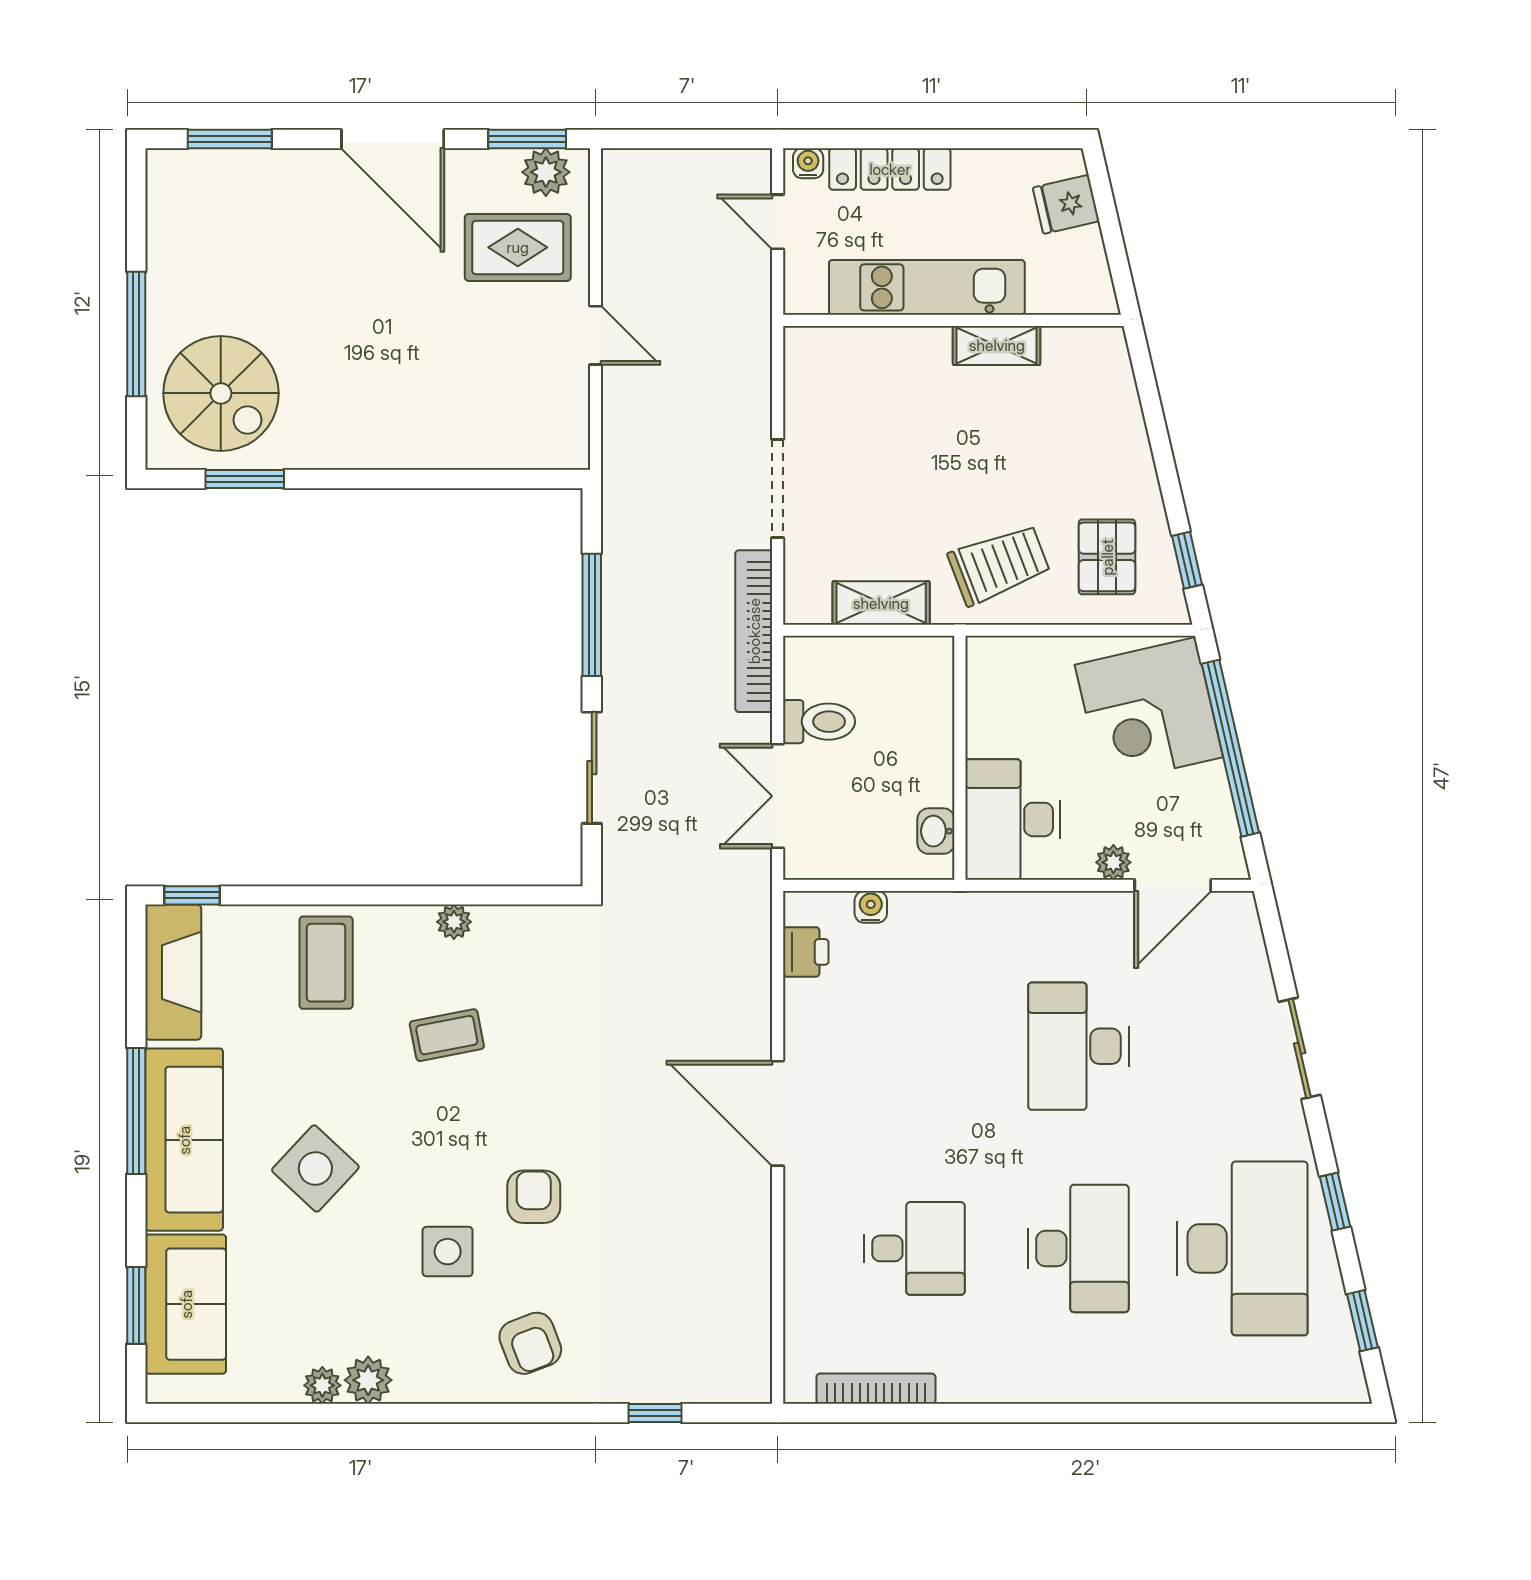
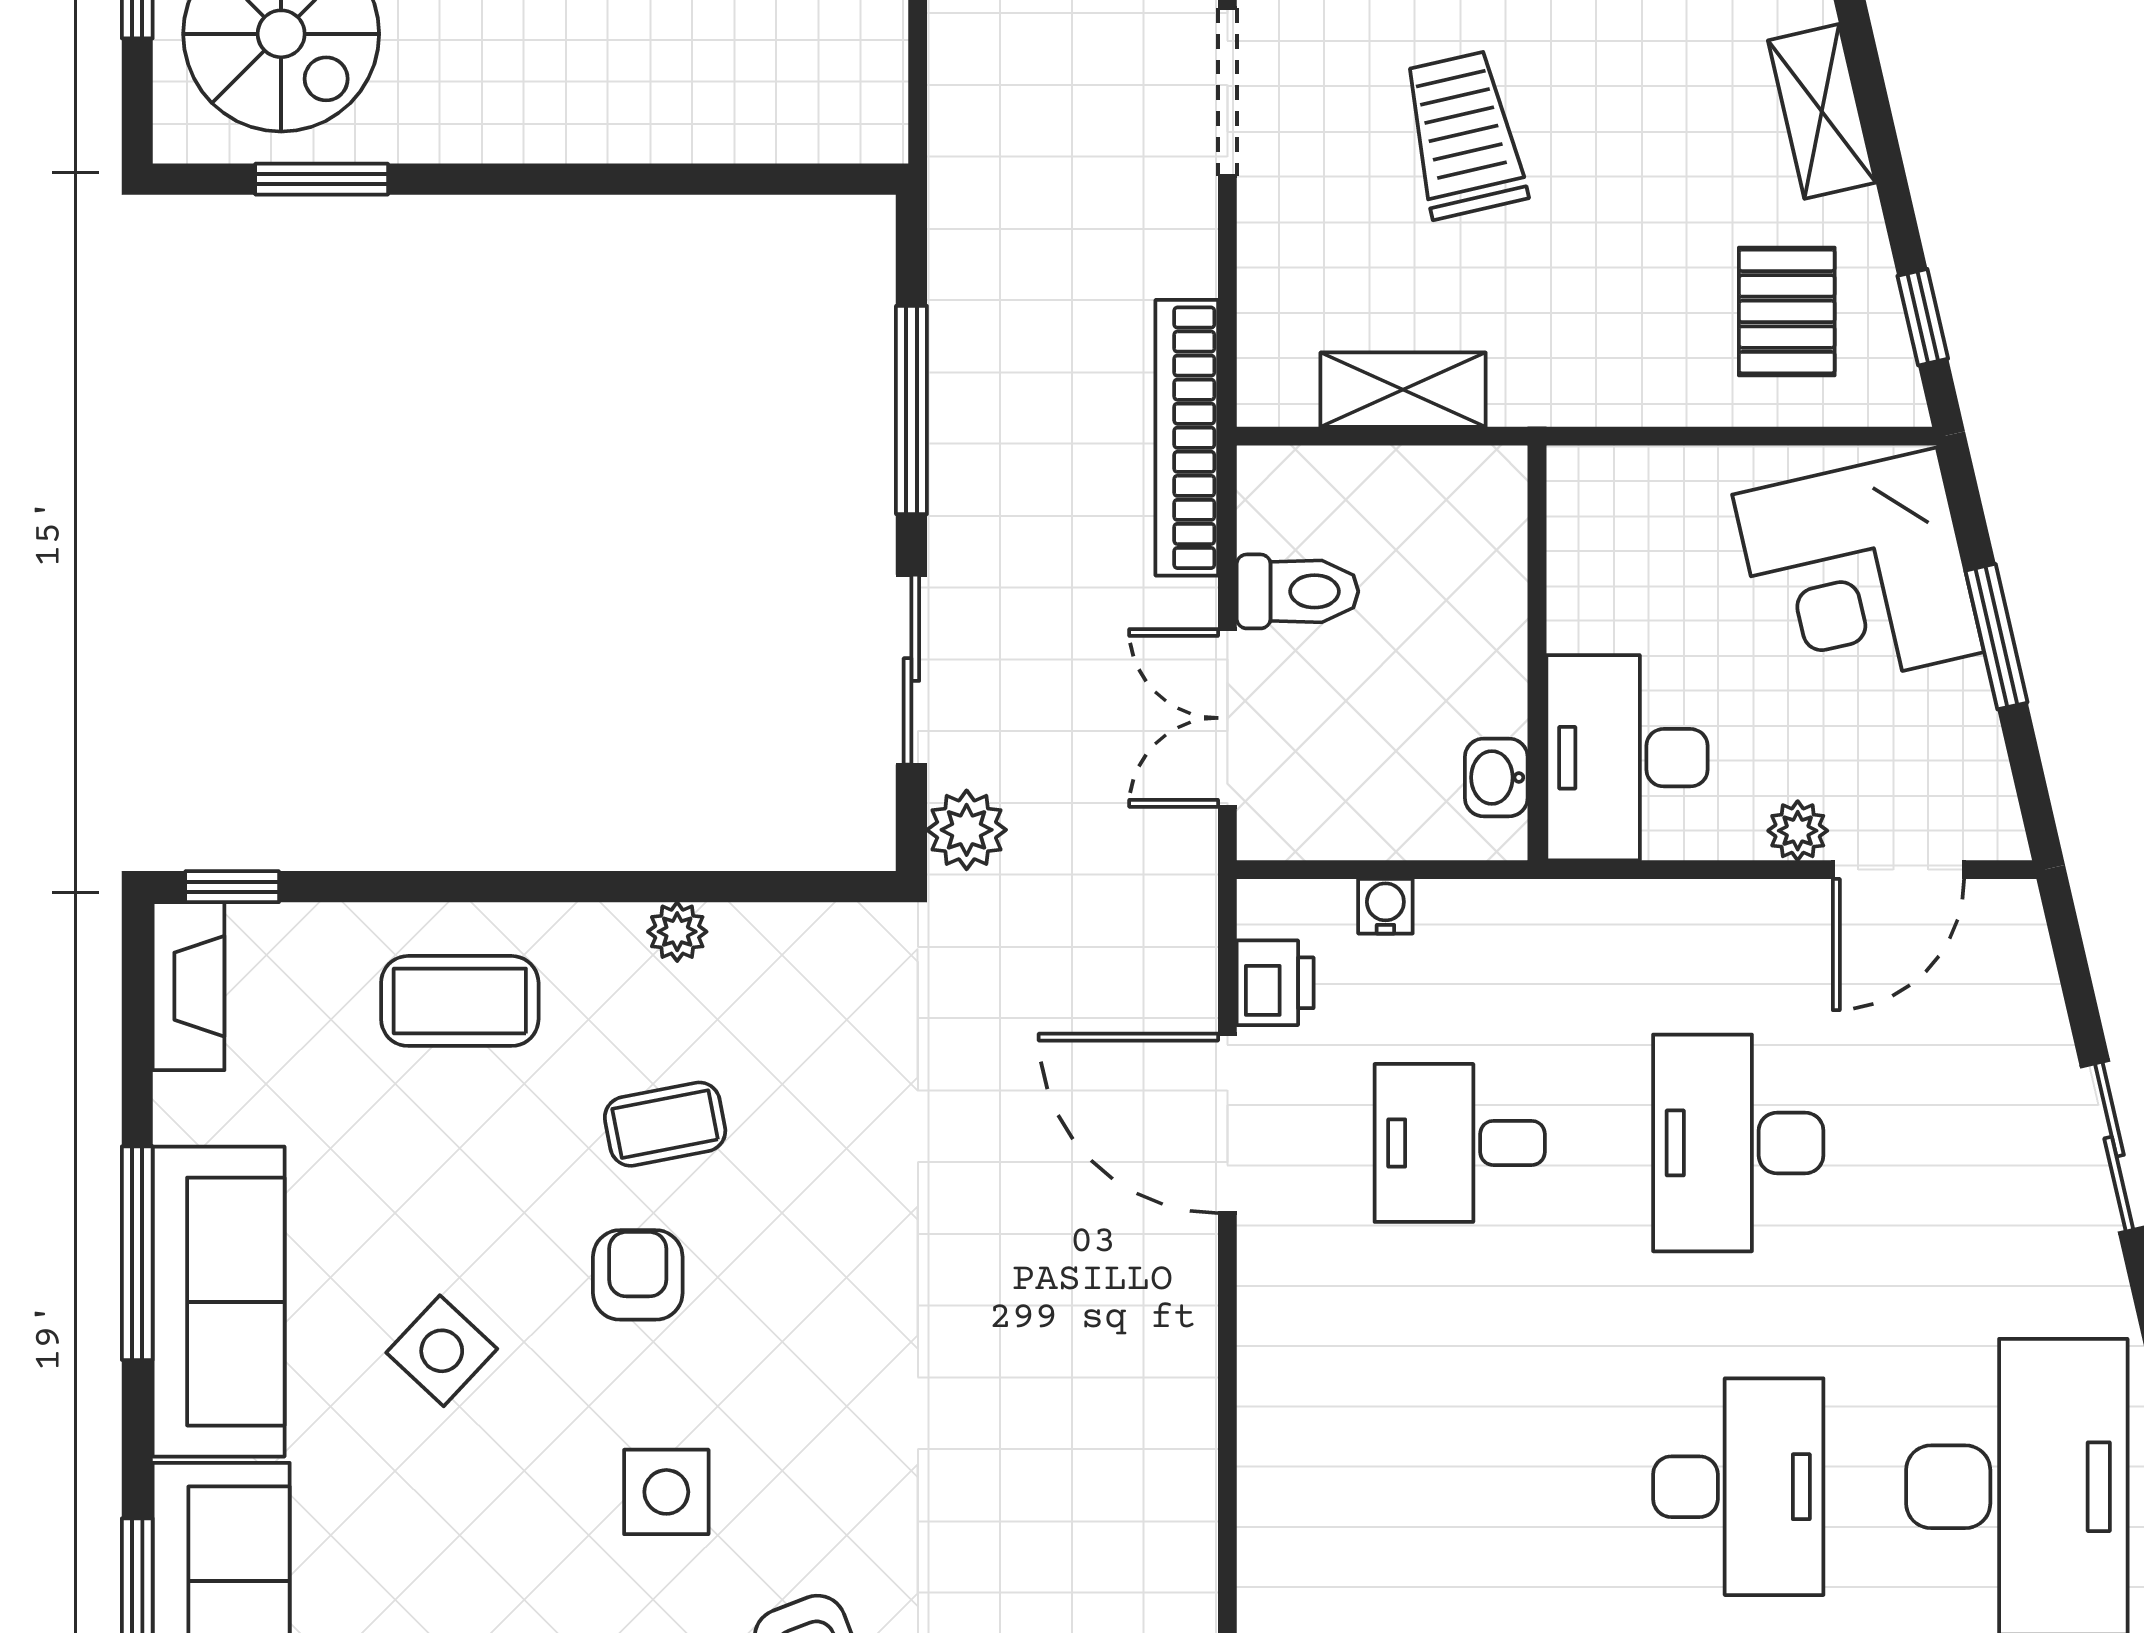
shelving: (1128, 439) -> (1822, 111), added
doorway: (778, 489) -> (1227, 92), moved
trolley: (999, 564) -> (1464, 135), moved, turned -82
window: (1230, 748) -> (1996, 637), width x0.47
plant: (624, 862) -> (967, 830), added
coffee table: (326, 963) -> (460, 1001), turned 90
fireplace: (173, 972) -> (189, 986), width x0.73, depth x0.76
door: (778, 1113) -> (1227, 1123), moved
side table: (315, 1168) -> (442, 1351), width x0.73, depth x0.73
armchair: (534, 1197) -> (638, 1275), moved
desk: (914, 1248) -> (1460, 1143), moved, turned 180

